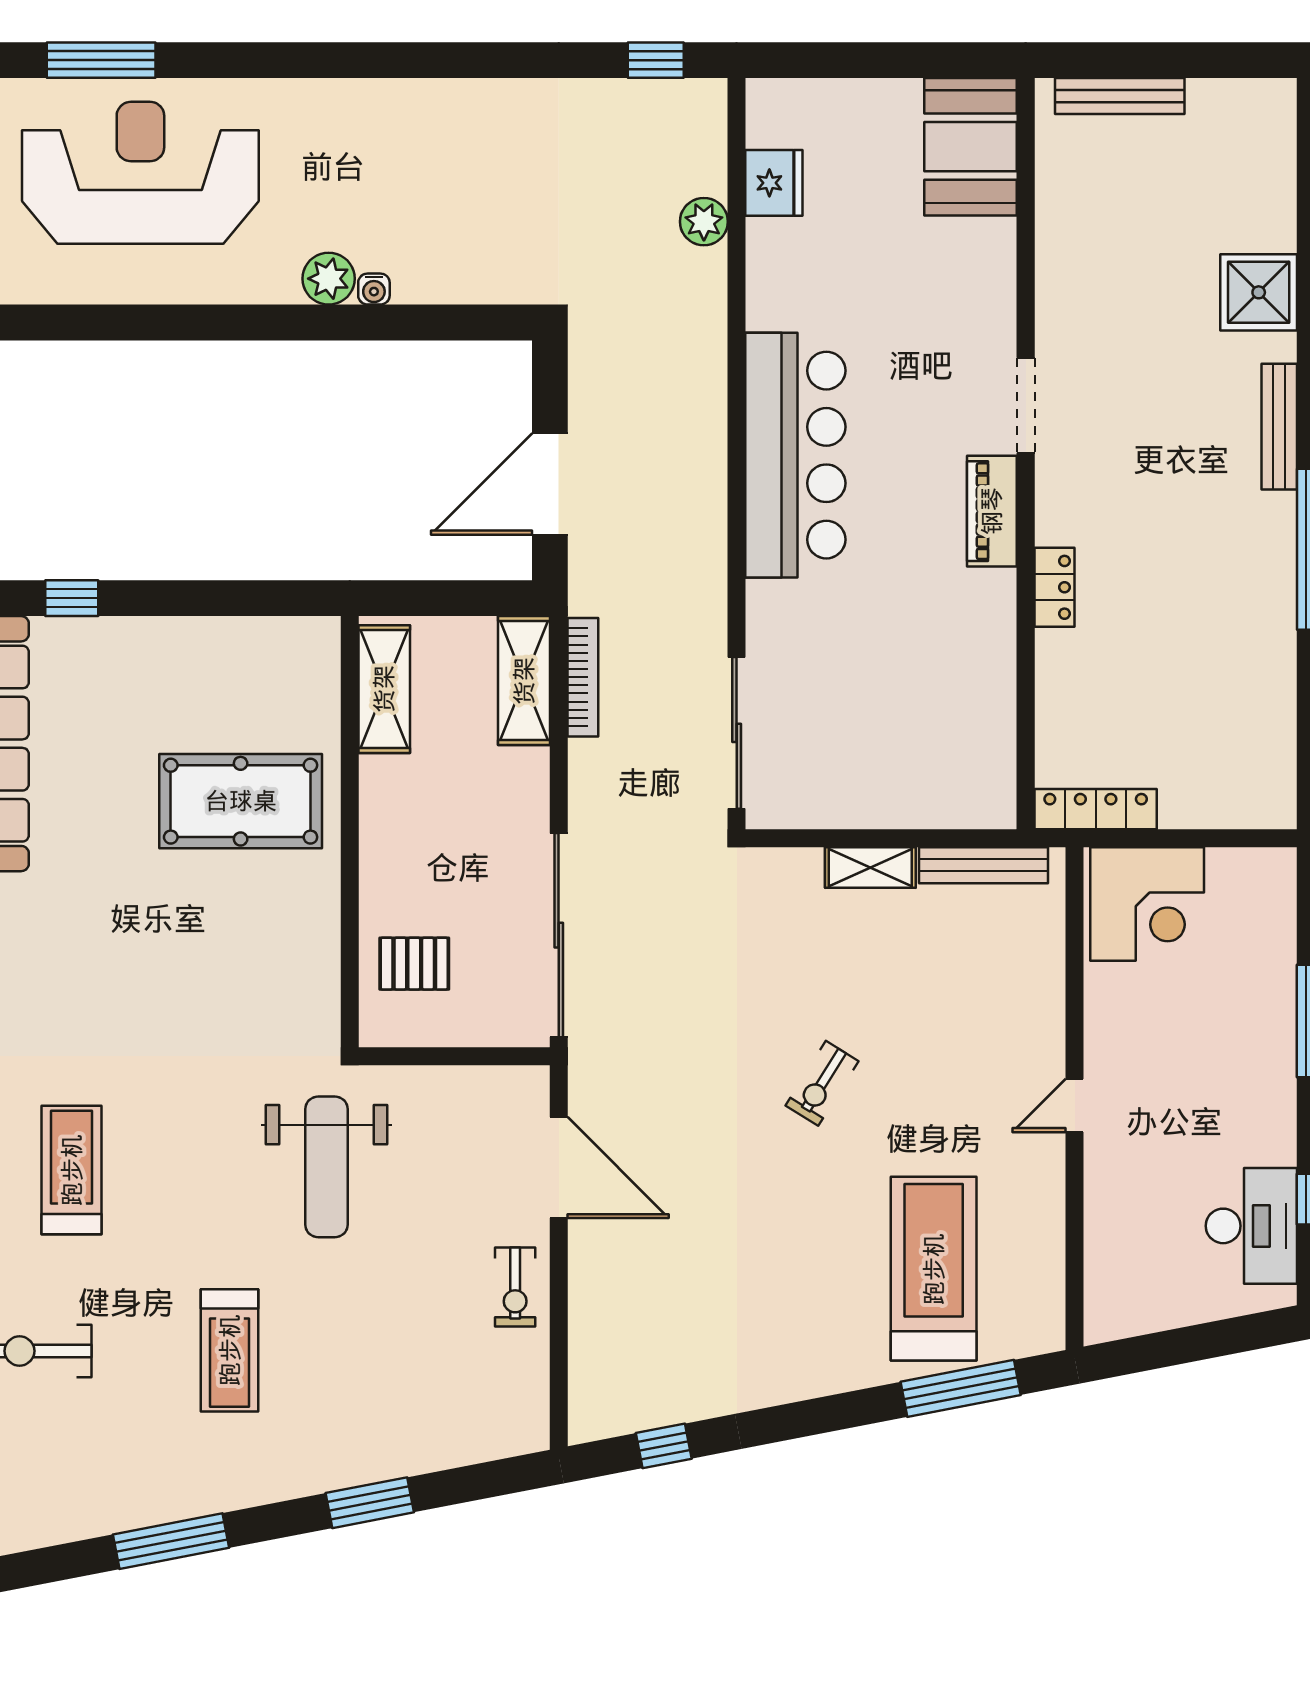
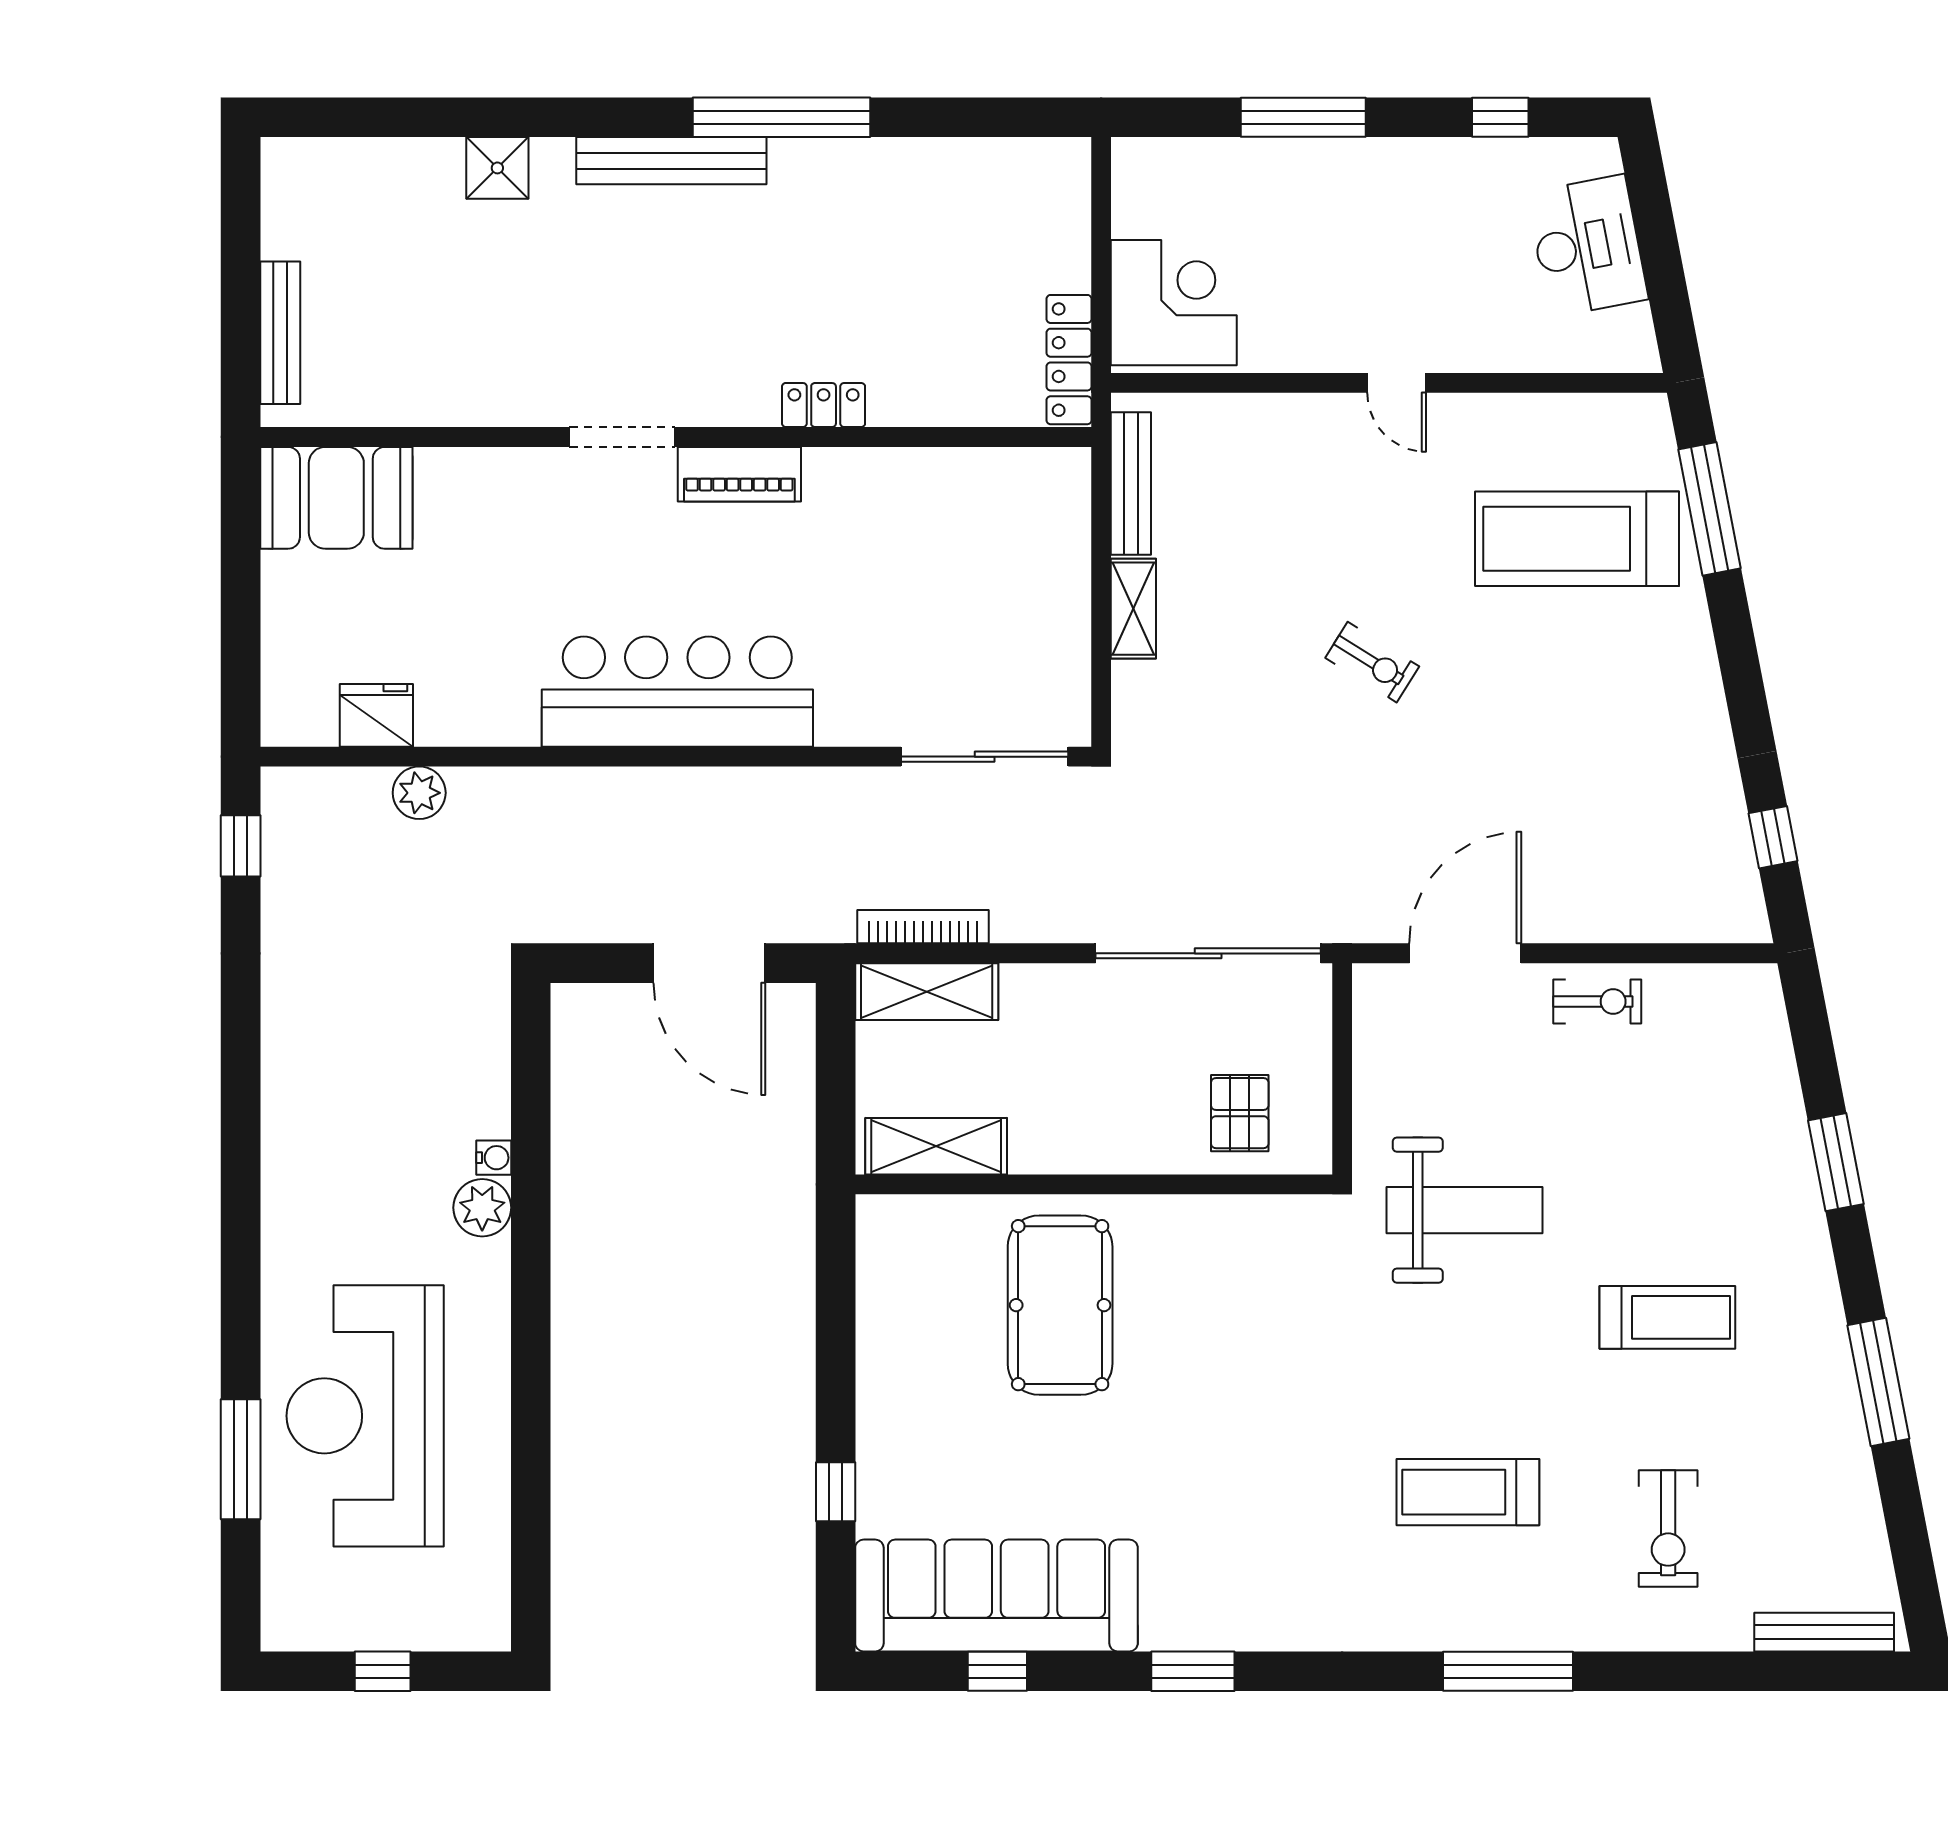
shower: (1259, 292) -> (497, 168), width x0.73, depth x0.73
bench: (1279, 427) -> (671, 161), width x1.37, depth x1.21
desk: (1251, 1226) -> (1587, 246), moved, turned 79

